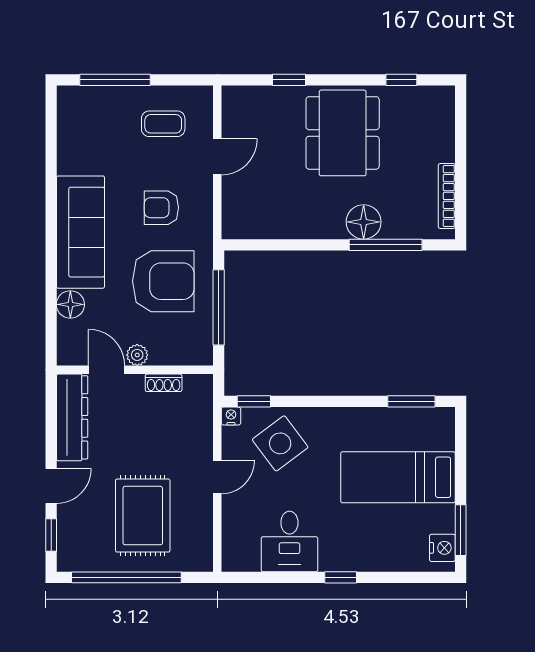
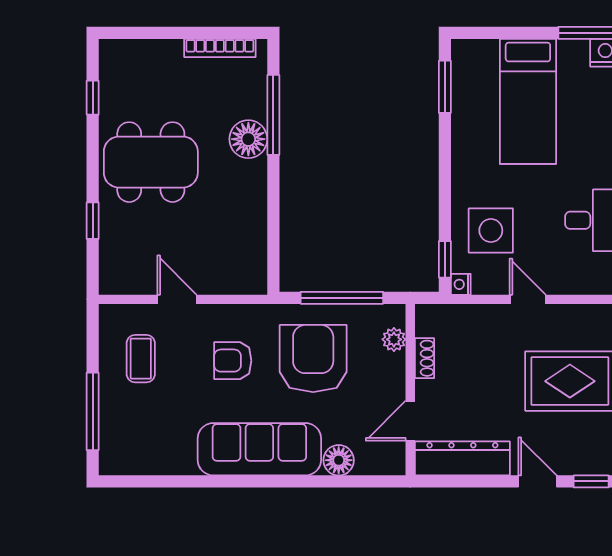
armchair: (161, 208) -> (233, 361), turned 90
plant: (137, 355) -> (394, 339), moved
side table: (280, 443) -> (491, 230), turned 37

